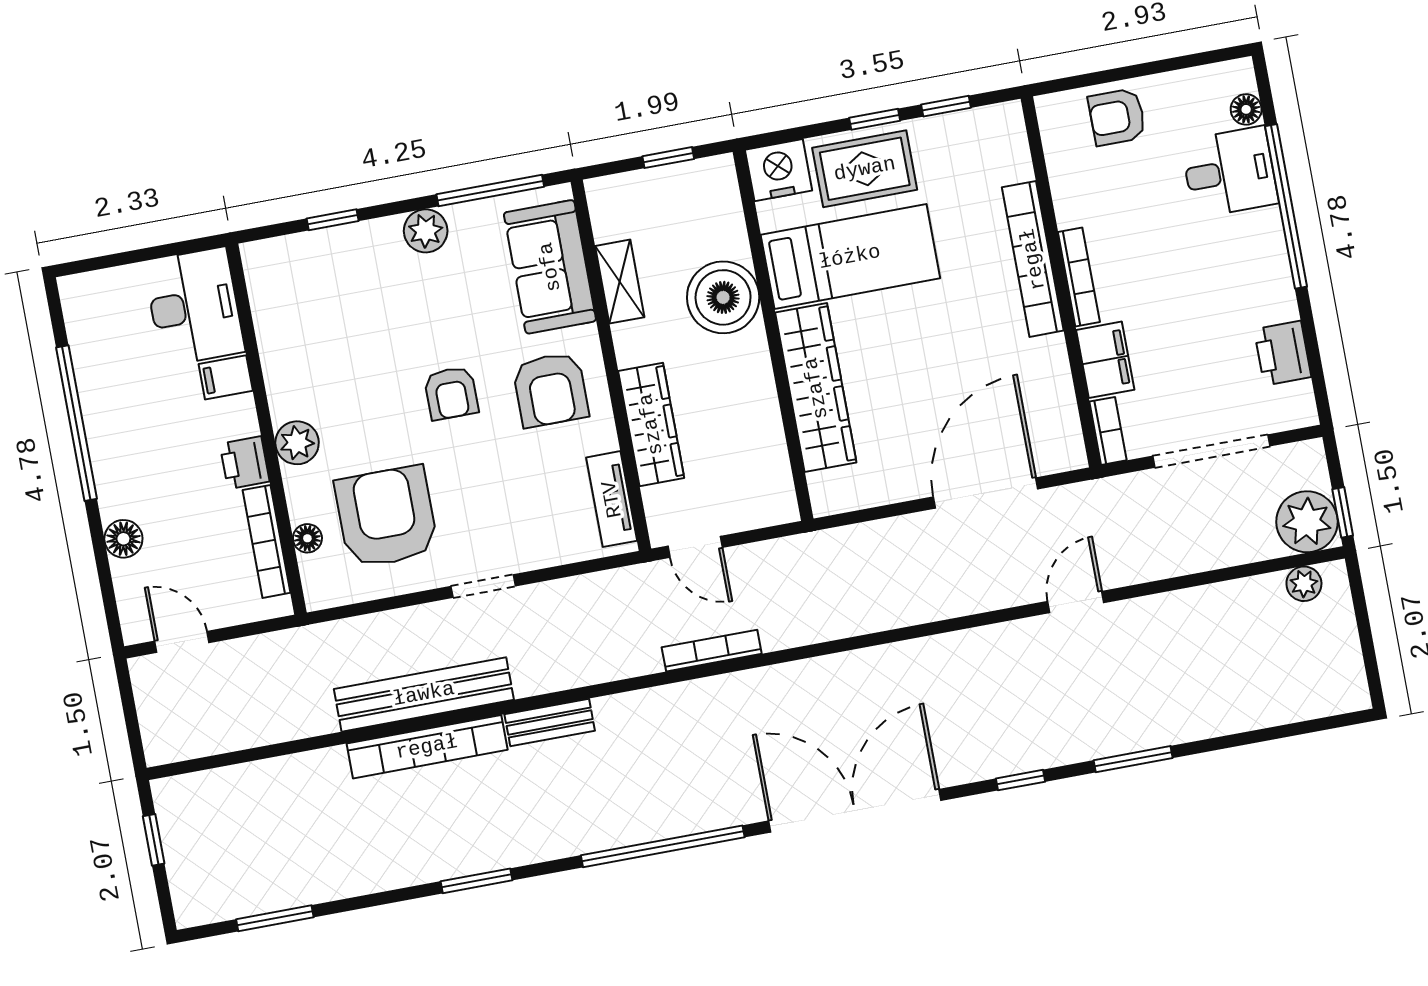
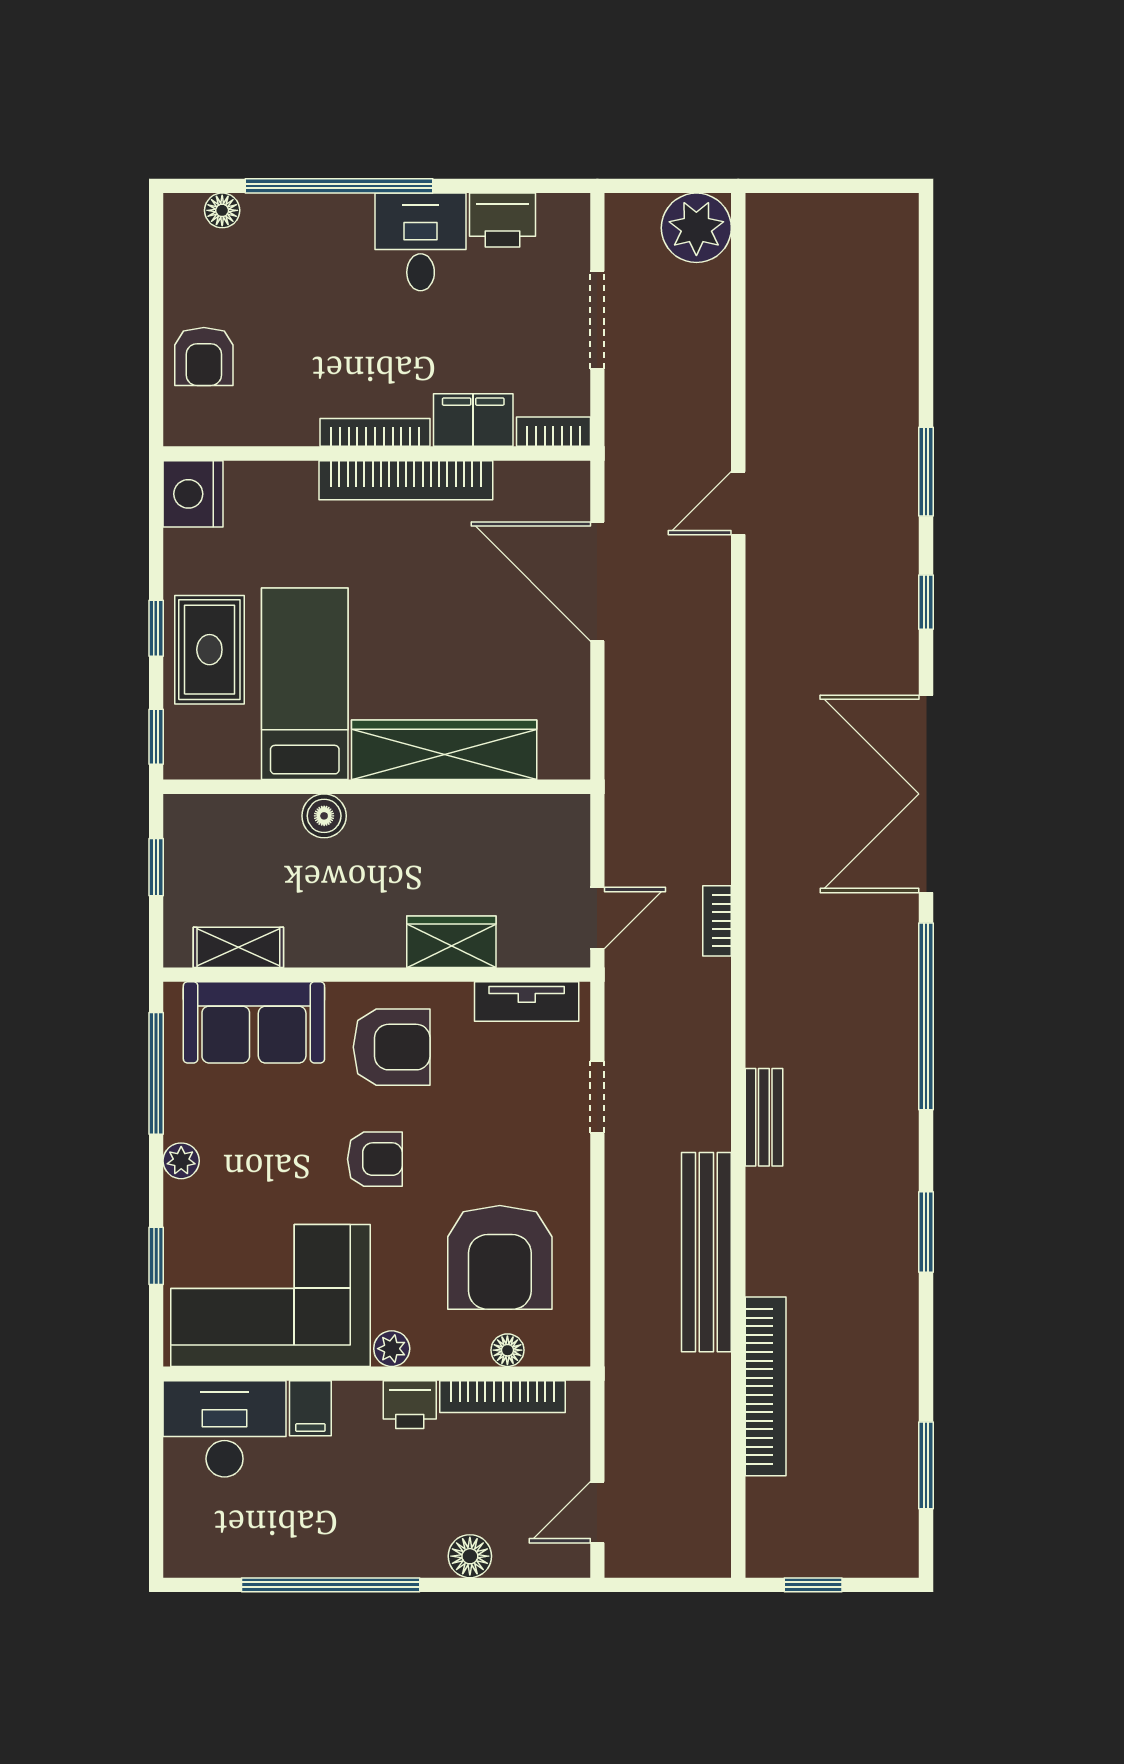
window: (946, 106) -> (156, 737), moved
nightstand: (779, 170) -> (193, 494), moved
desk: (1230, 172) -> (421, 242), moved
plant: (426, 231) -> (181, 1161), width x0.73, depth x0.73
bookcase: (1033, 259) -> (406, 480), moved
shelving: (620, 282) -> (238, 947), moved
boiler: (723, 297) -> (324, 816), width x0.54, depth x0.54
corner sofa: (317, 325) -> (270, 1295), added
wardrobe: (651, 424) -> (451, 942), width x0.67
plant: (297, 443) -> (392, 1349), width x0.73, depth x0.73
doorway: (1211, 451) -> (597, 320), width x0.73
window: (1343, 512) -> (693, 186), removed
armchair: (386, 517) -> (500, 1257), turned -90
plant: (1304, 584) -> (765, 244), removed
doorway: (483, 586) -> (597, 1097), moved
door: (1076, 602) -> (738, 503), hinge flipped
bookcase: (712, 651) -> (717, 921), width x0.64
bookcase: (427, 747) -> (766, 1386), moved

